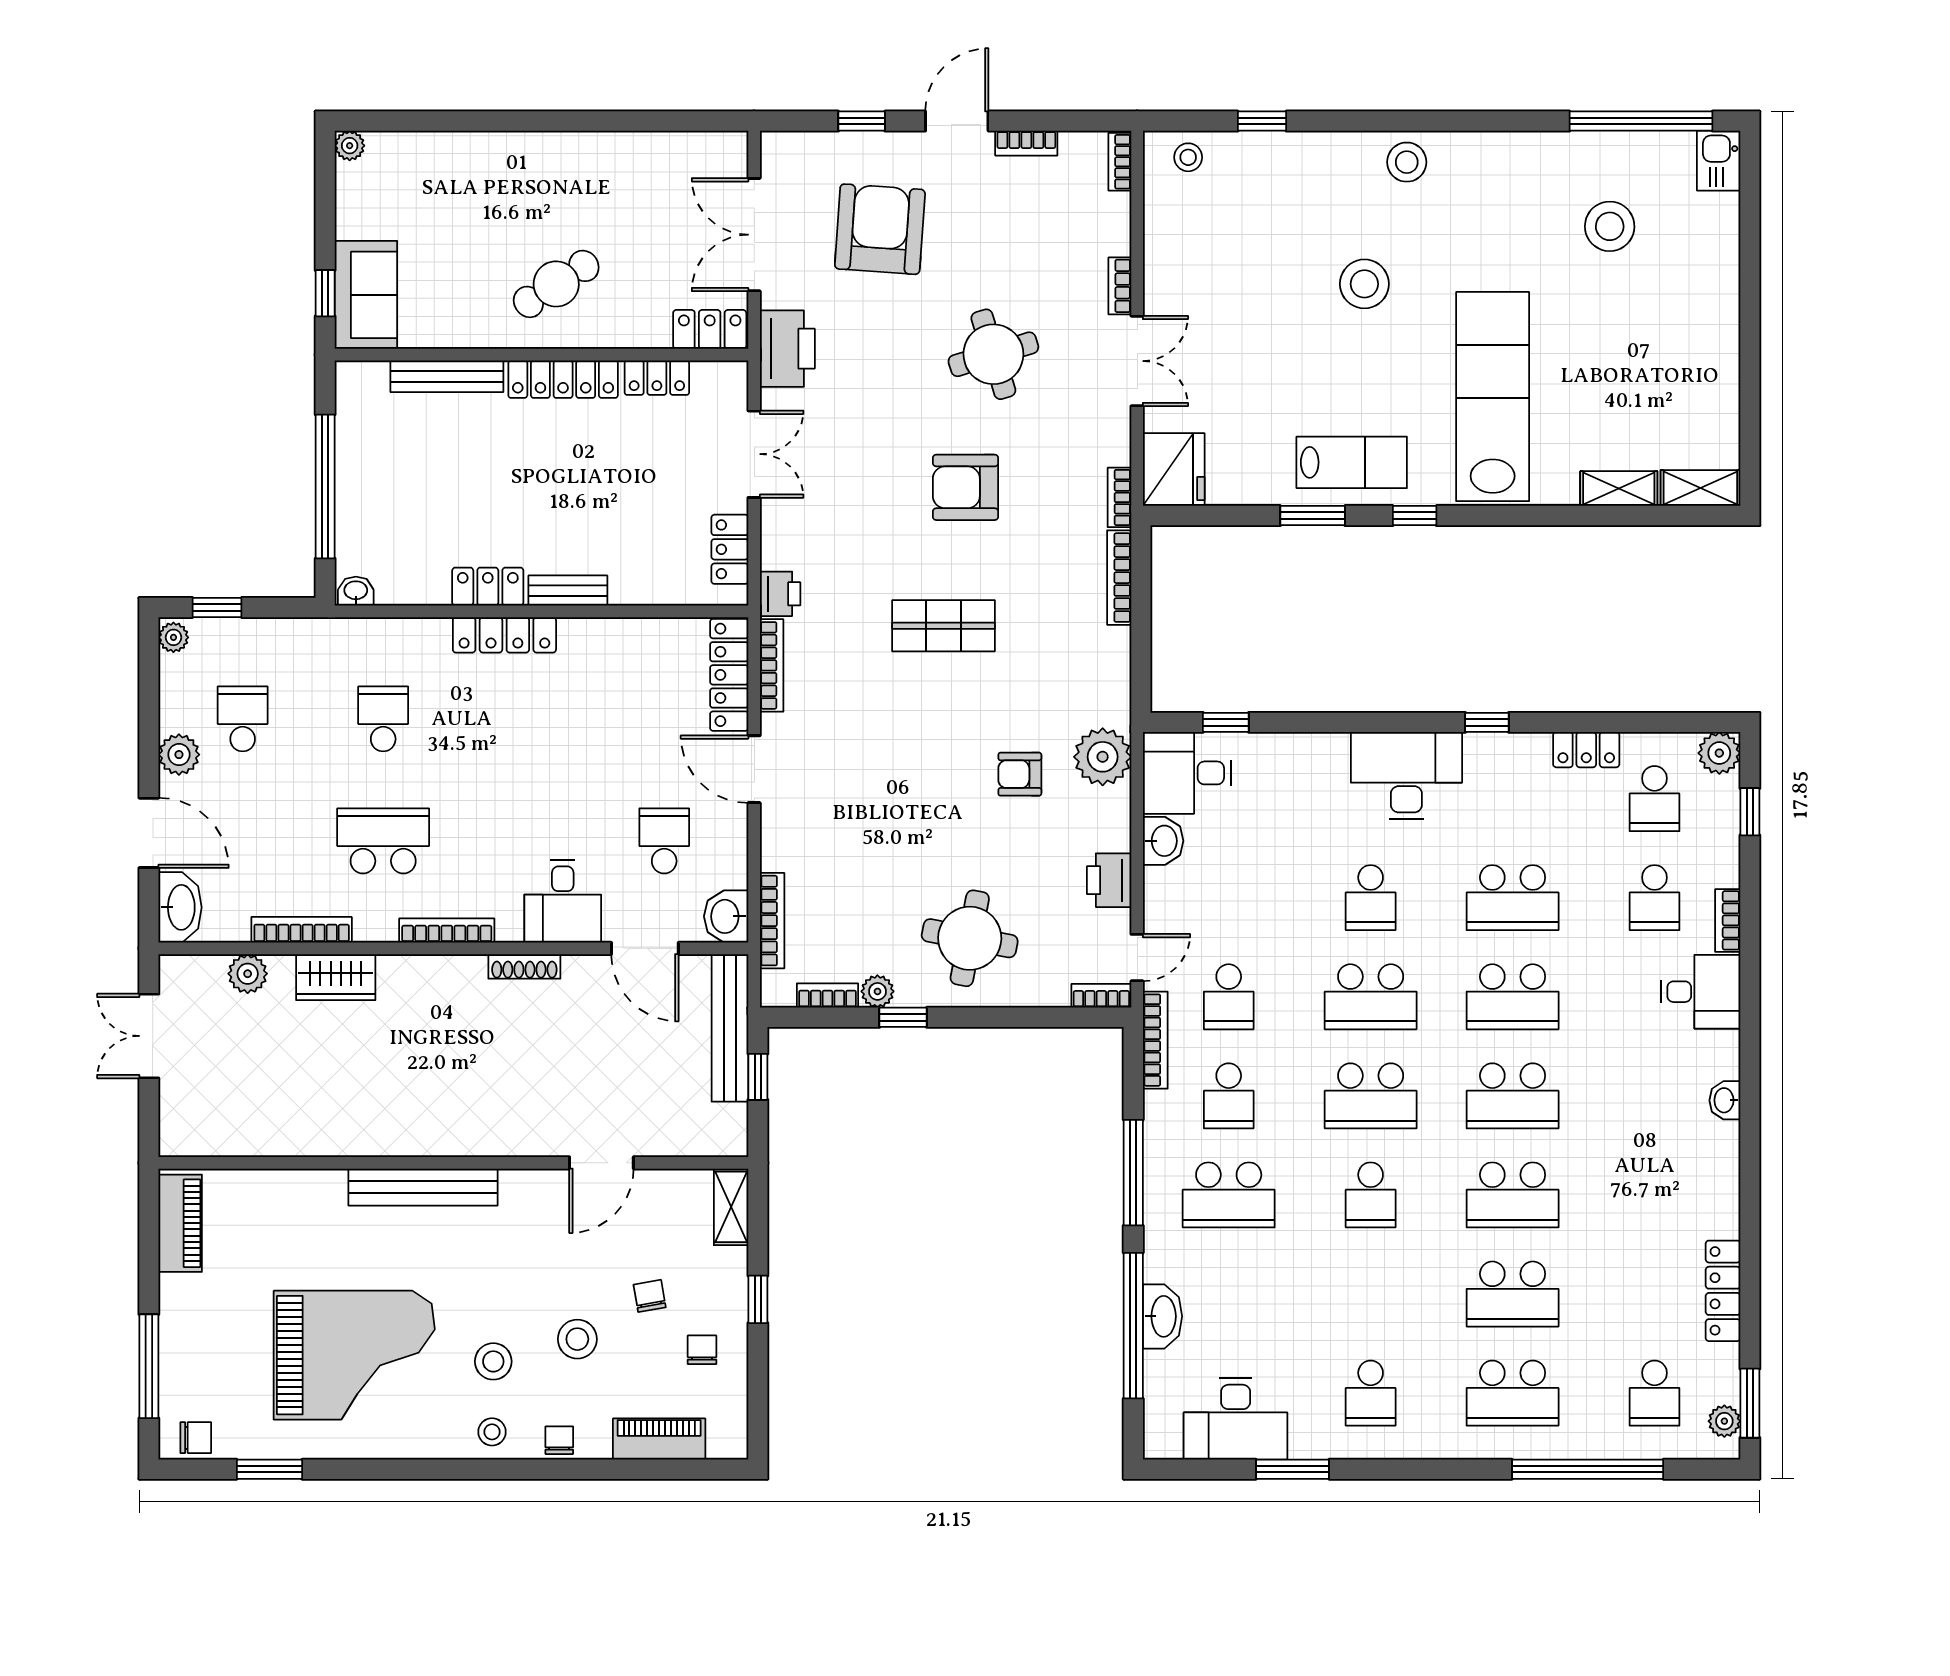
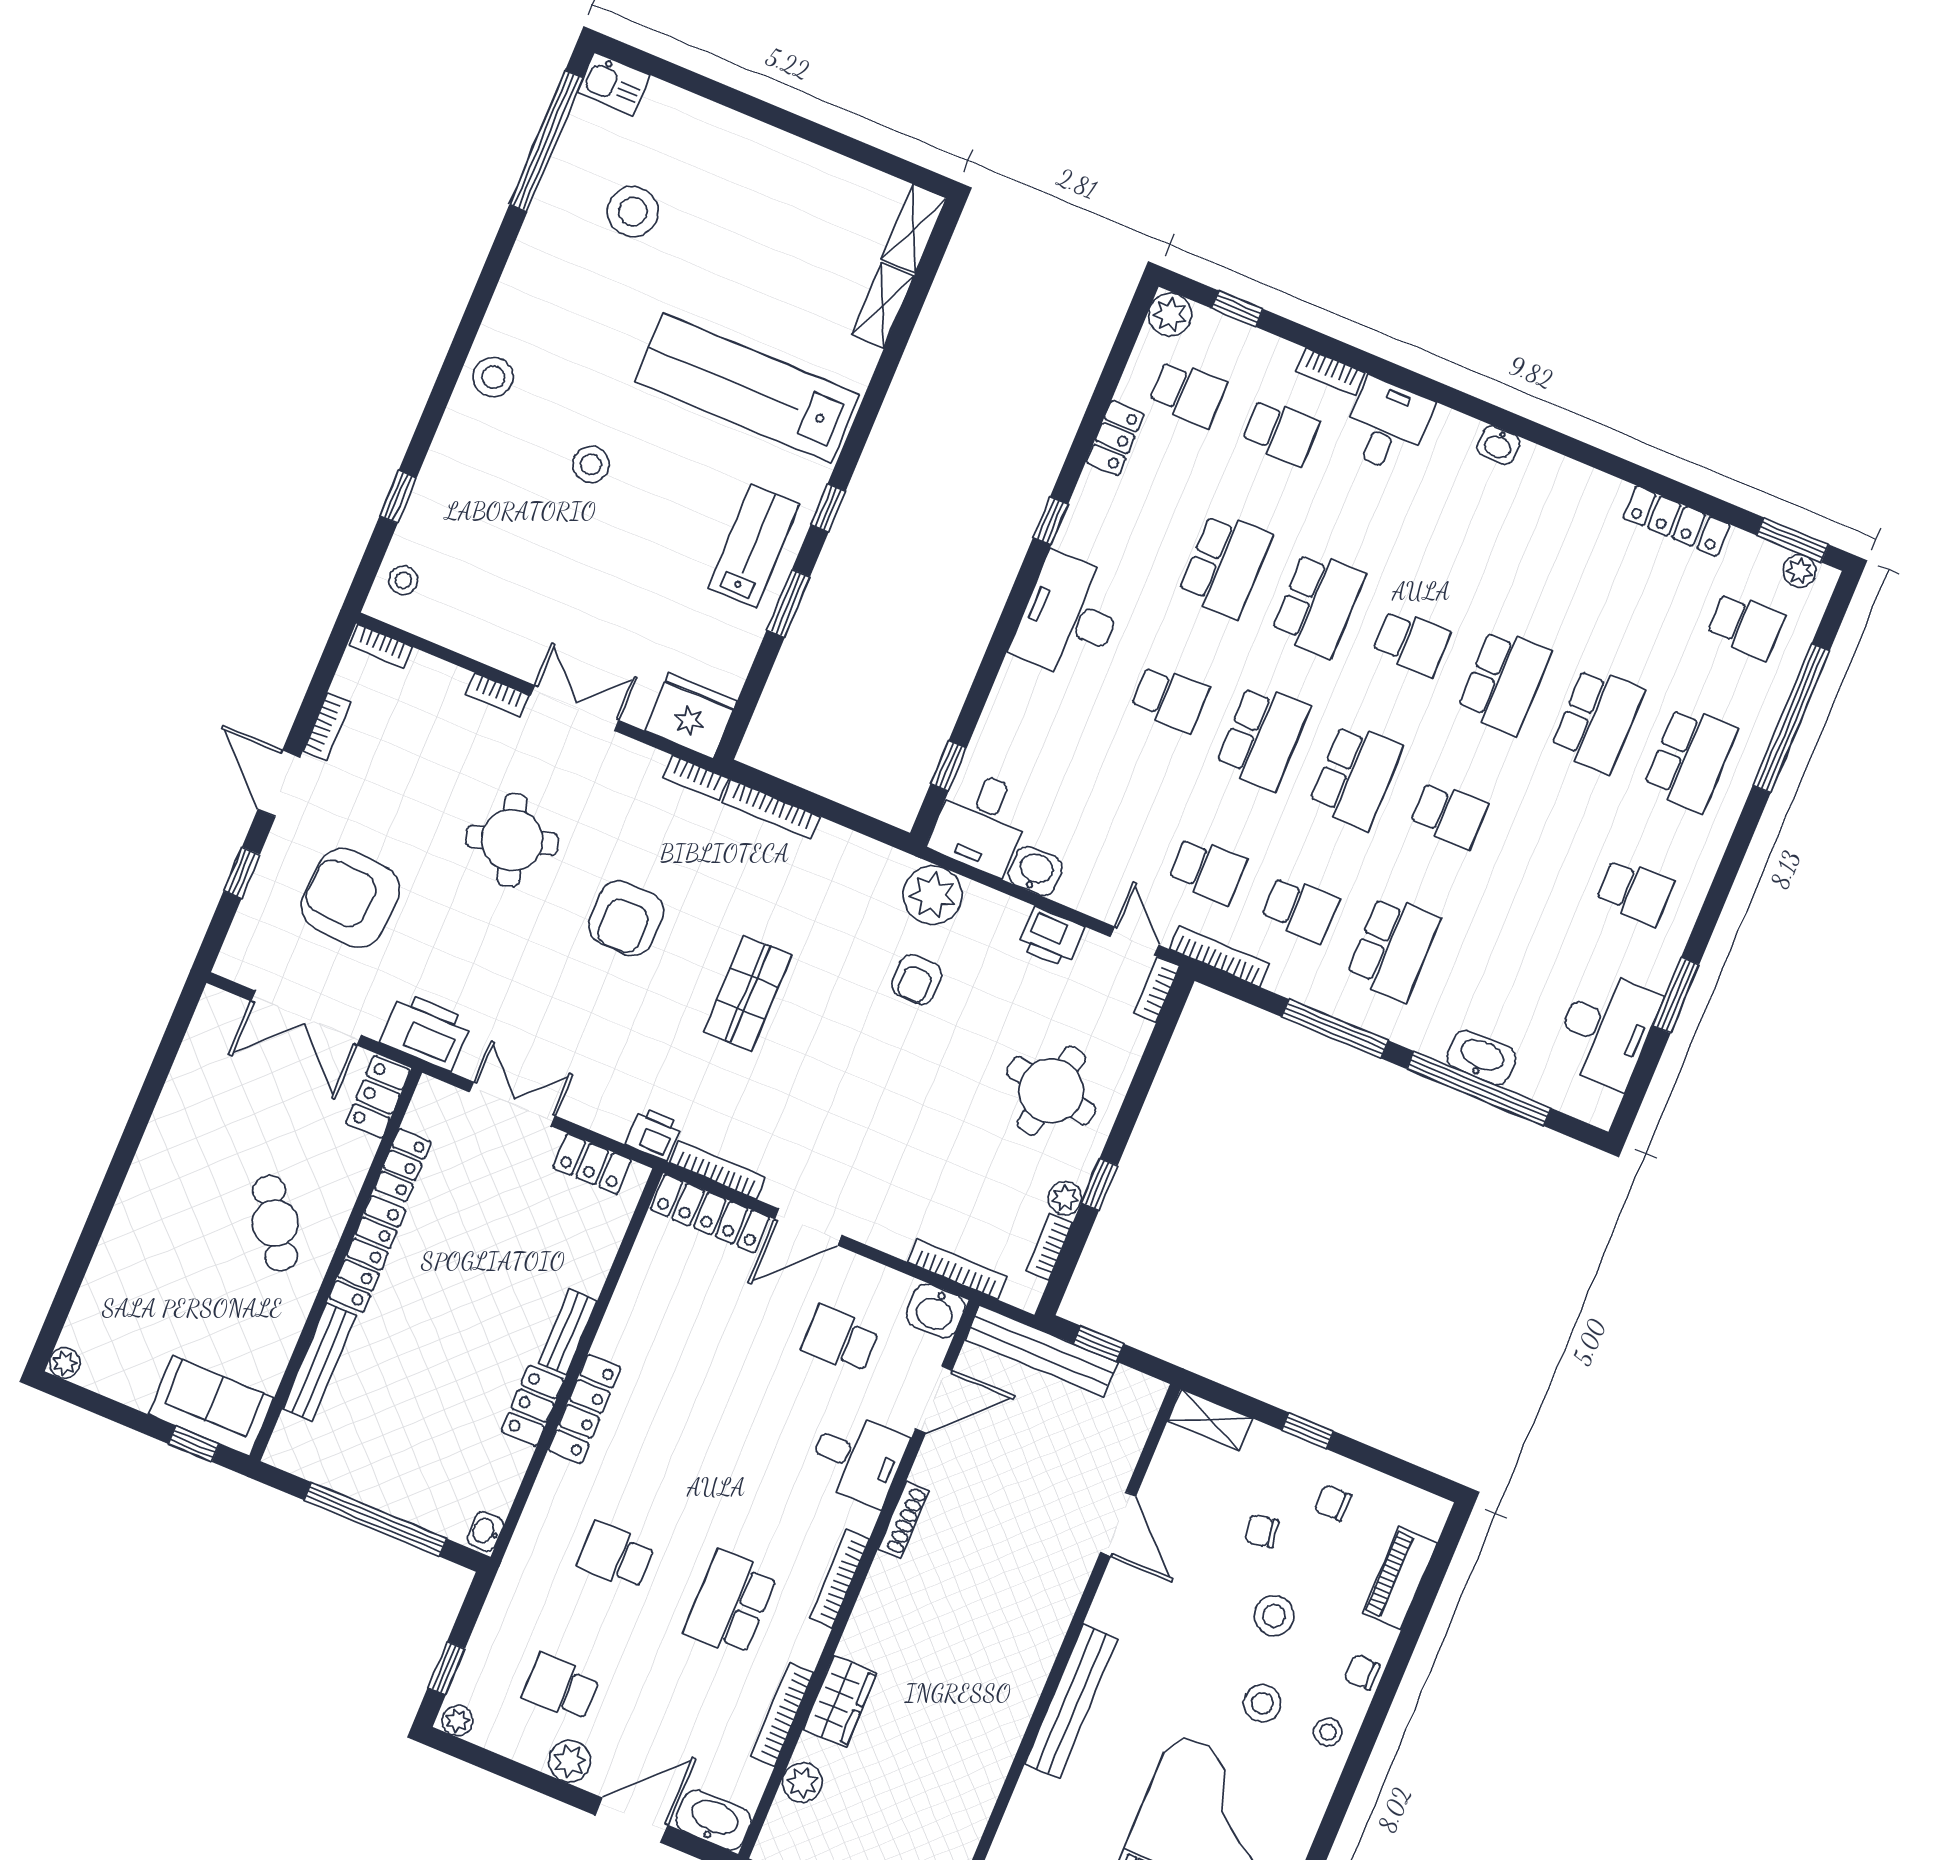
stool: (1364, 284) -> (591, 464), width x0.73, depth x0.73
school desk: (1513, 1096) -> (1411, 643), width x0.54

